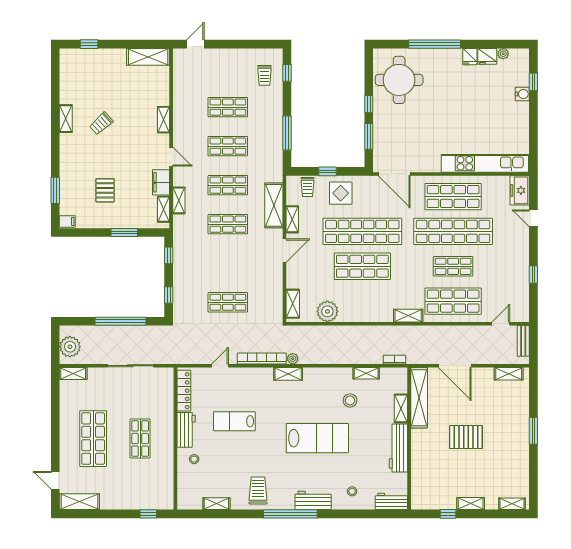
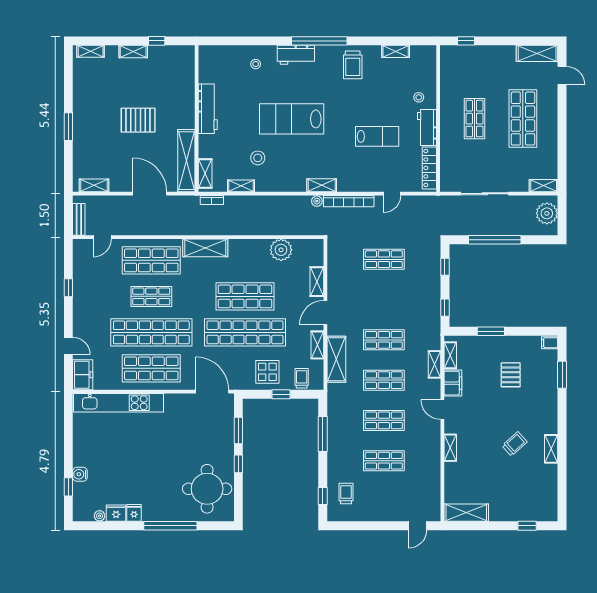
shelving: (293, 304) -> (317, 282), moved
shelving: (408, 316) -> (205, 248), width x1.50, depth x1.33
shelving: (401, 408) -> (205, 173), moved
workbench: (391, 501) -> (215, 54), removed

